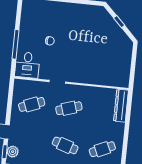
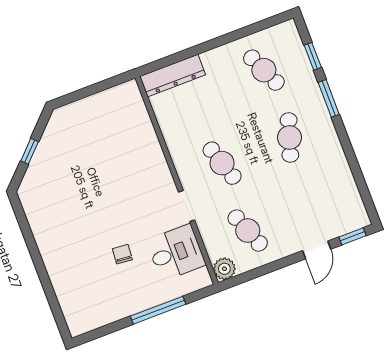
desk: (27, 65) -> (176, 253), moved
plant: (13, 152) -> (224, 269), moved

